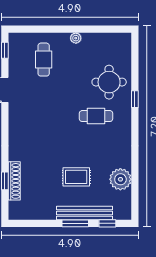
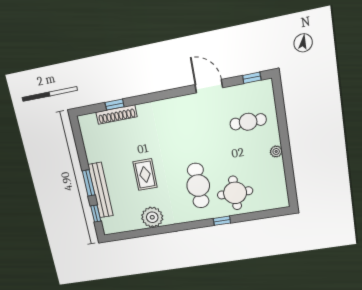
cafe table: (96, 116) -> (198, 186), width x1.37, depth x1.35
rug: (76, 177) -> (145, 175), moved
plant: (120, 179) -> (152, 217), moved

